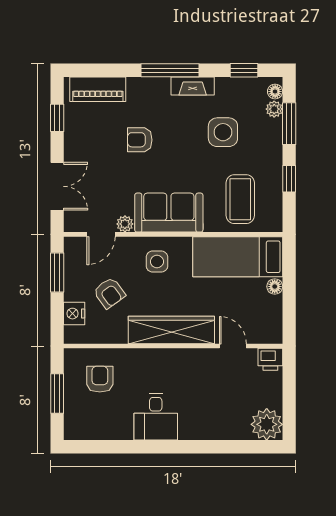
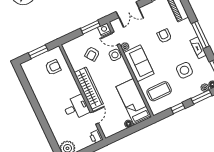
side table: (157, 262) -> (115, 55), moved
nightstand: (74, 314) -> (104, 30), moved
desk: (156, 417) -> (76, 108), moved, turned 180

